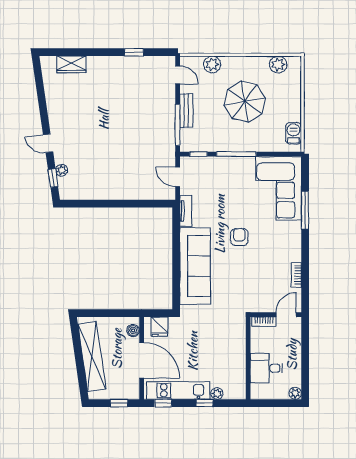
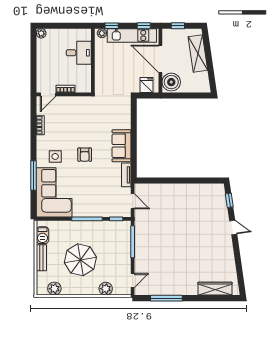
window: (134, 52) -> (166, 298), width x2.17
wardrobe: (71, 64) -> (215, 289), width x1.50
door: (178, 75) -> (133, 281), swing flipped
bench: (186, 111) -> (41, 258), moved
plant: (62, 170) -> (223, 207), removed
side table: (277, 235) -> (55, 156), added
sofa: (195, 266) -> (121, 146), width x0.54, depth x0.79
boiler: (133, 330) -> (171, 82), width x1.86, depth x1.86
shelving: (92, 357) -> (198, 53), width x0.68
wall: (248, 358) -> (93, 61), moved
desk: (266, 368) -> (79, 53), moved

